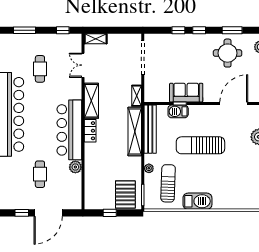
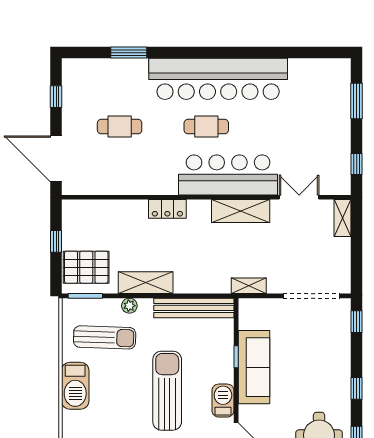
window: (178, 30) -> (357, 322), moved
cafe table: (40, 69) -> (206, 127), moved
sofa: (186, 93) -> (254, 367), width x1.36
barbecue: (178, 111) -> (223, 401), moved
bar counter: (69, 130) -> (228, 175), moved
locker: (90, 131) -> (167, 209), moved
shelving: (135, 132) -> (146, 283), moved, width x0.68
plant: (75, 167) -> (131, 185), removed
door: (48, 213) -> (56, 159), moved

